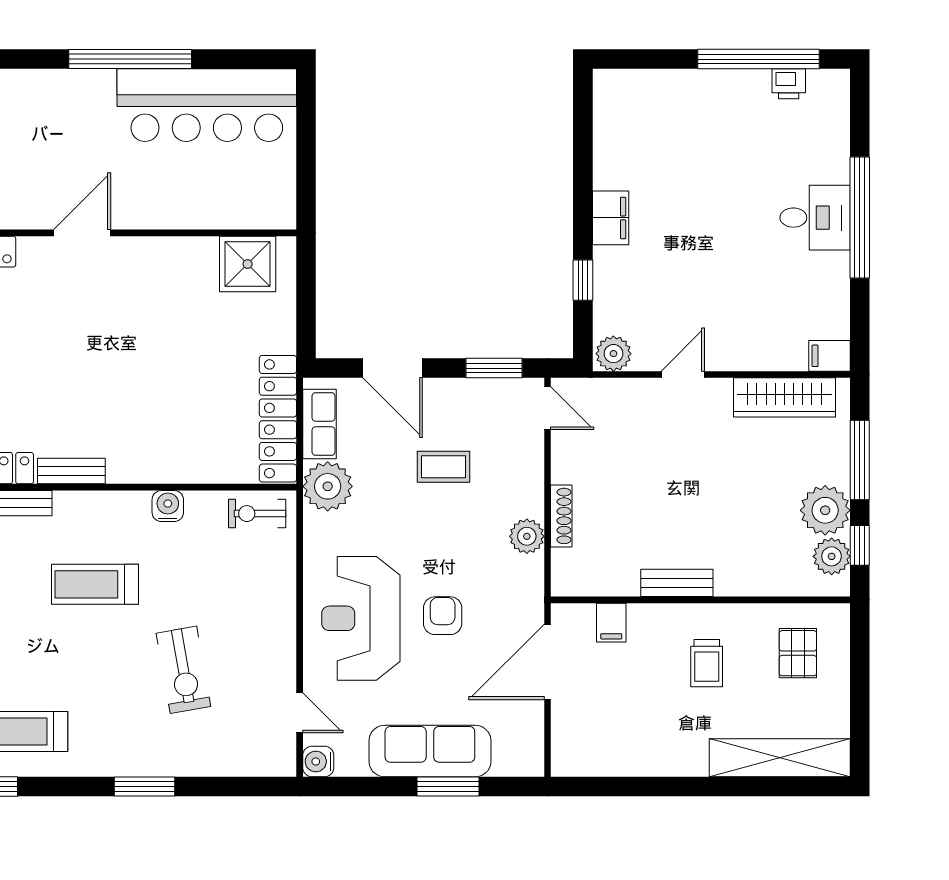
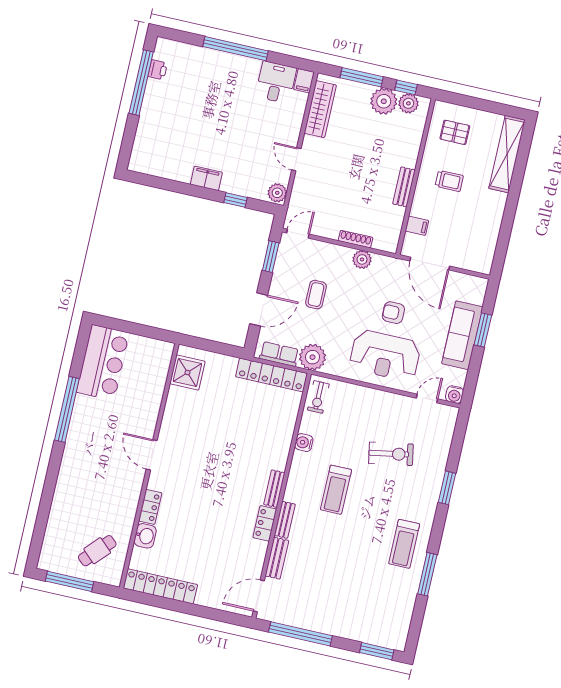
bar counter: (207, 105) -> (103, 363), width x0.73
desk: (815, 218) -> (276, 82), moved

